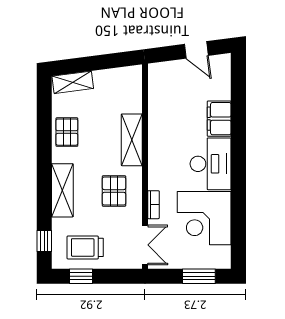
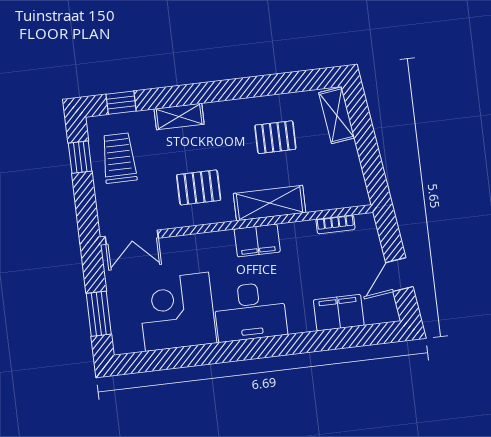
filing cabinet: (219, 119) -> (339, 313), moved
pallet: (67, 132) -> (275, 137), moved
filing cabinet: (158, 152) -> (257, 240), added
shelving: (62, 190) -> (179, 116), width x0.67, depth x0.75
bookcase: (153, 205) -> (335, 224), moved

